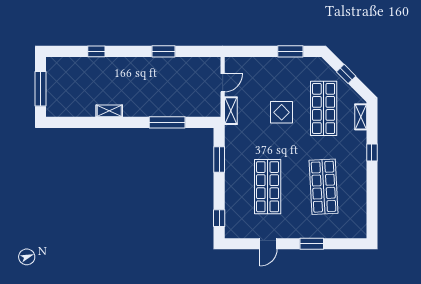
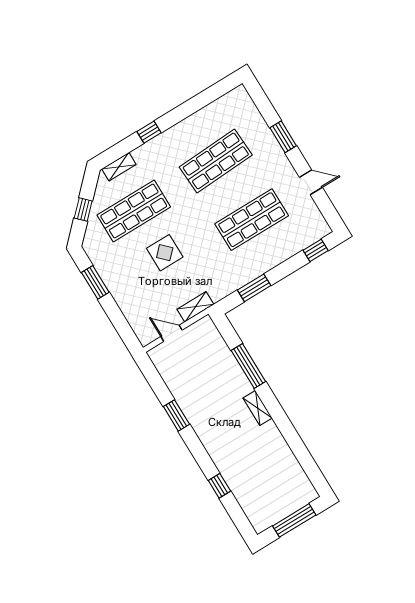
shelving: (109, 111) -> (258, 408), moved

